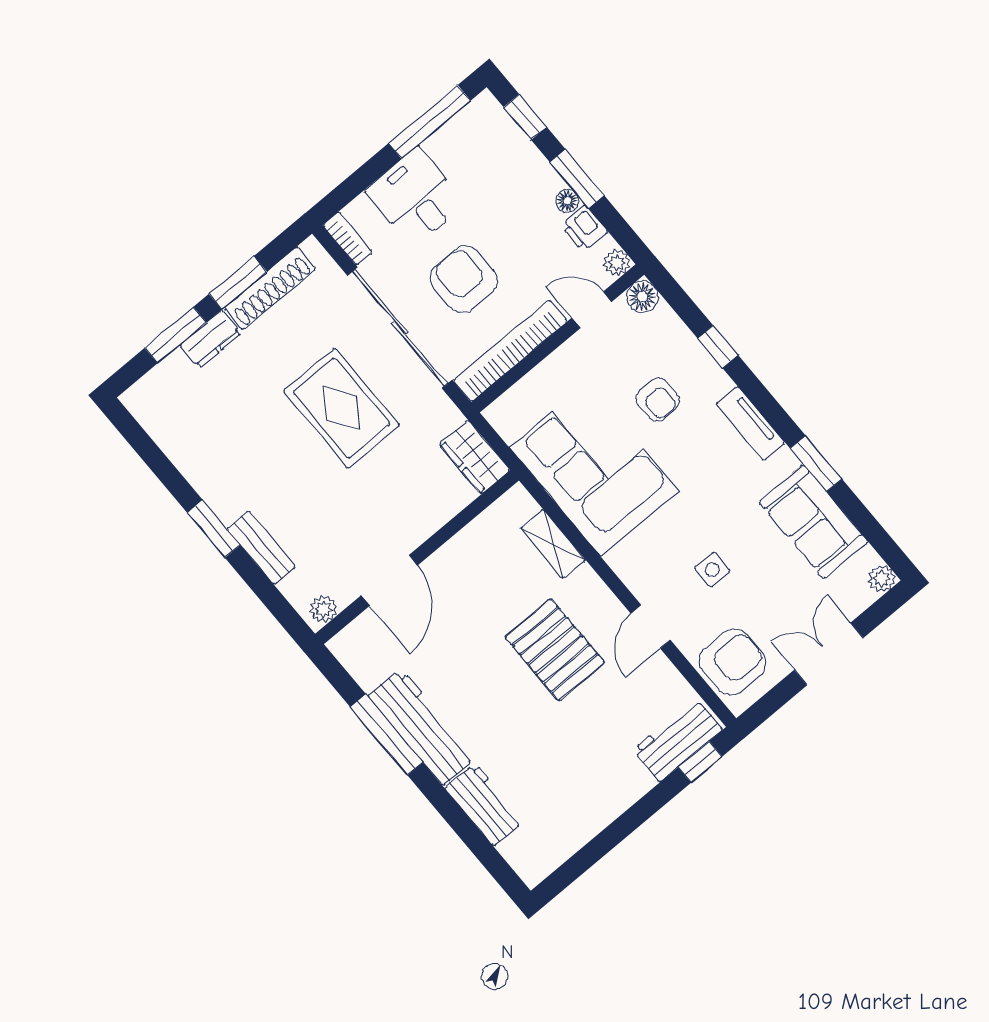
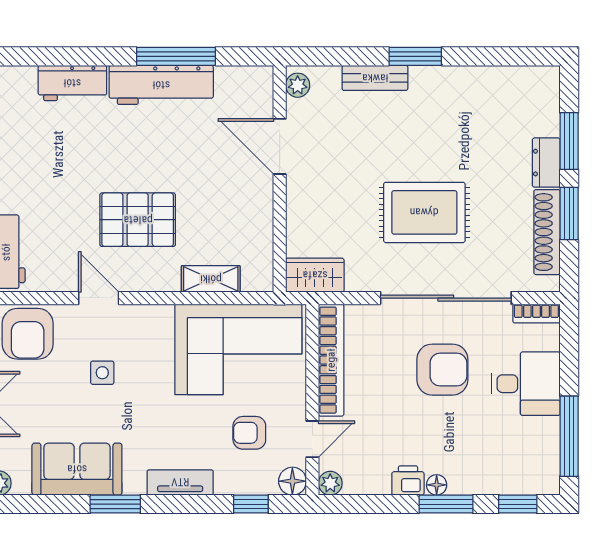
plant: (617, 263) -> (330, 483), moved
floor lamp: (642, 297) -> (292, 481), moved
door: (592, 310) -> (312, 439), moved
wall: (558, 338) -> (312, 400), moved
bookcase: (510, 351) -> (331, 360), moved

